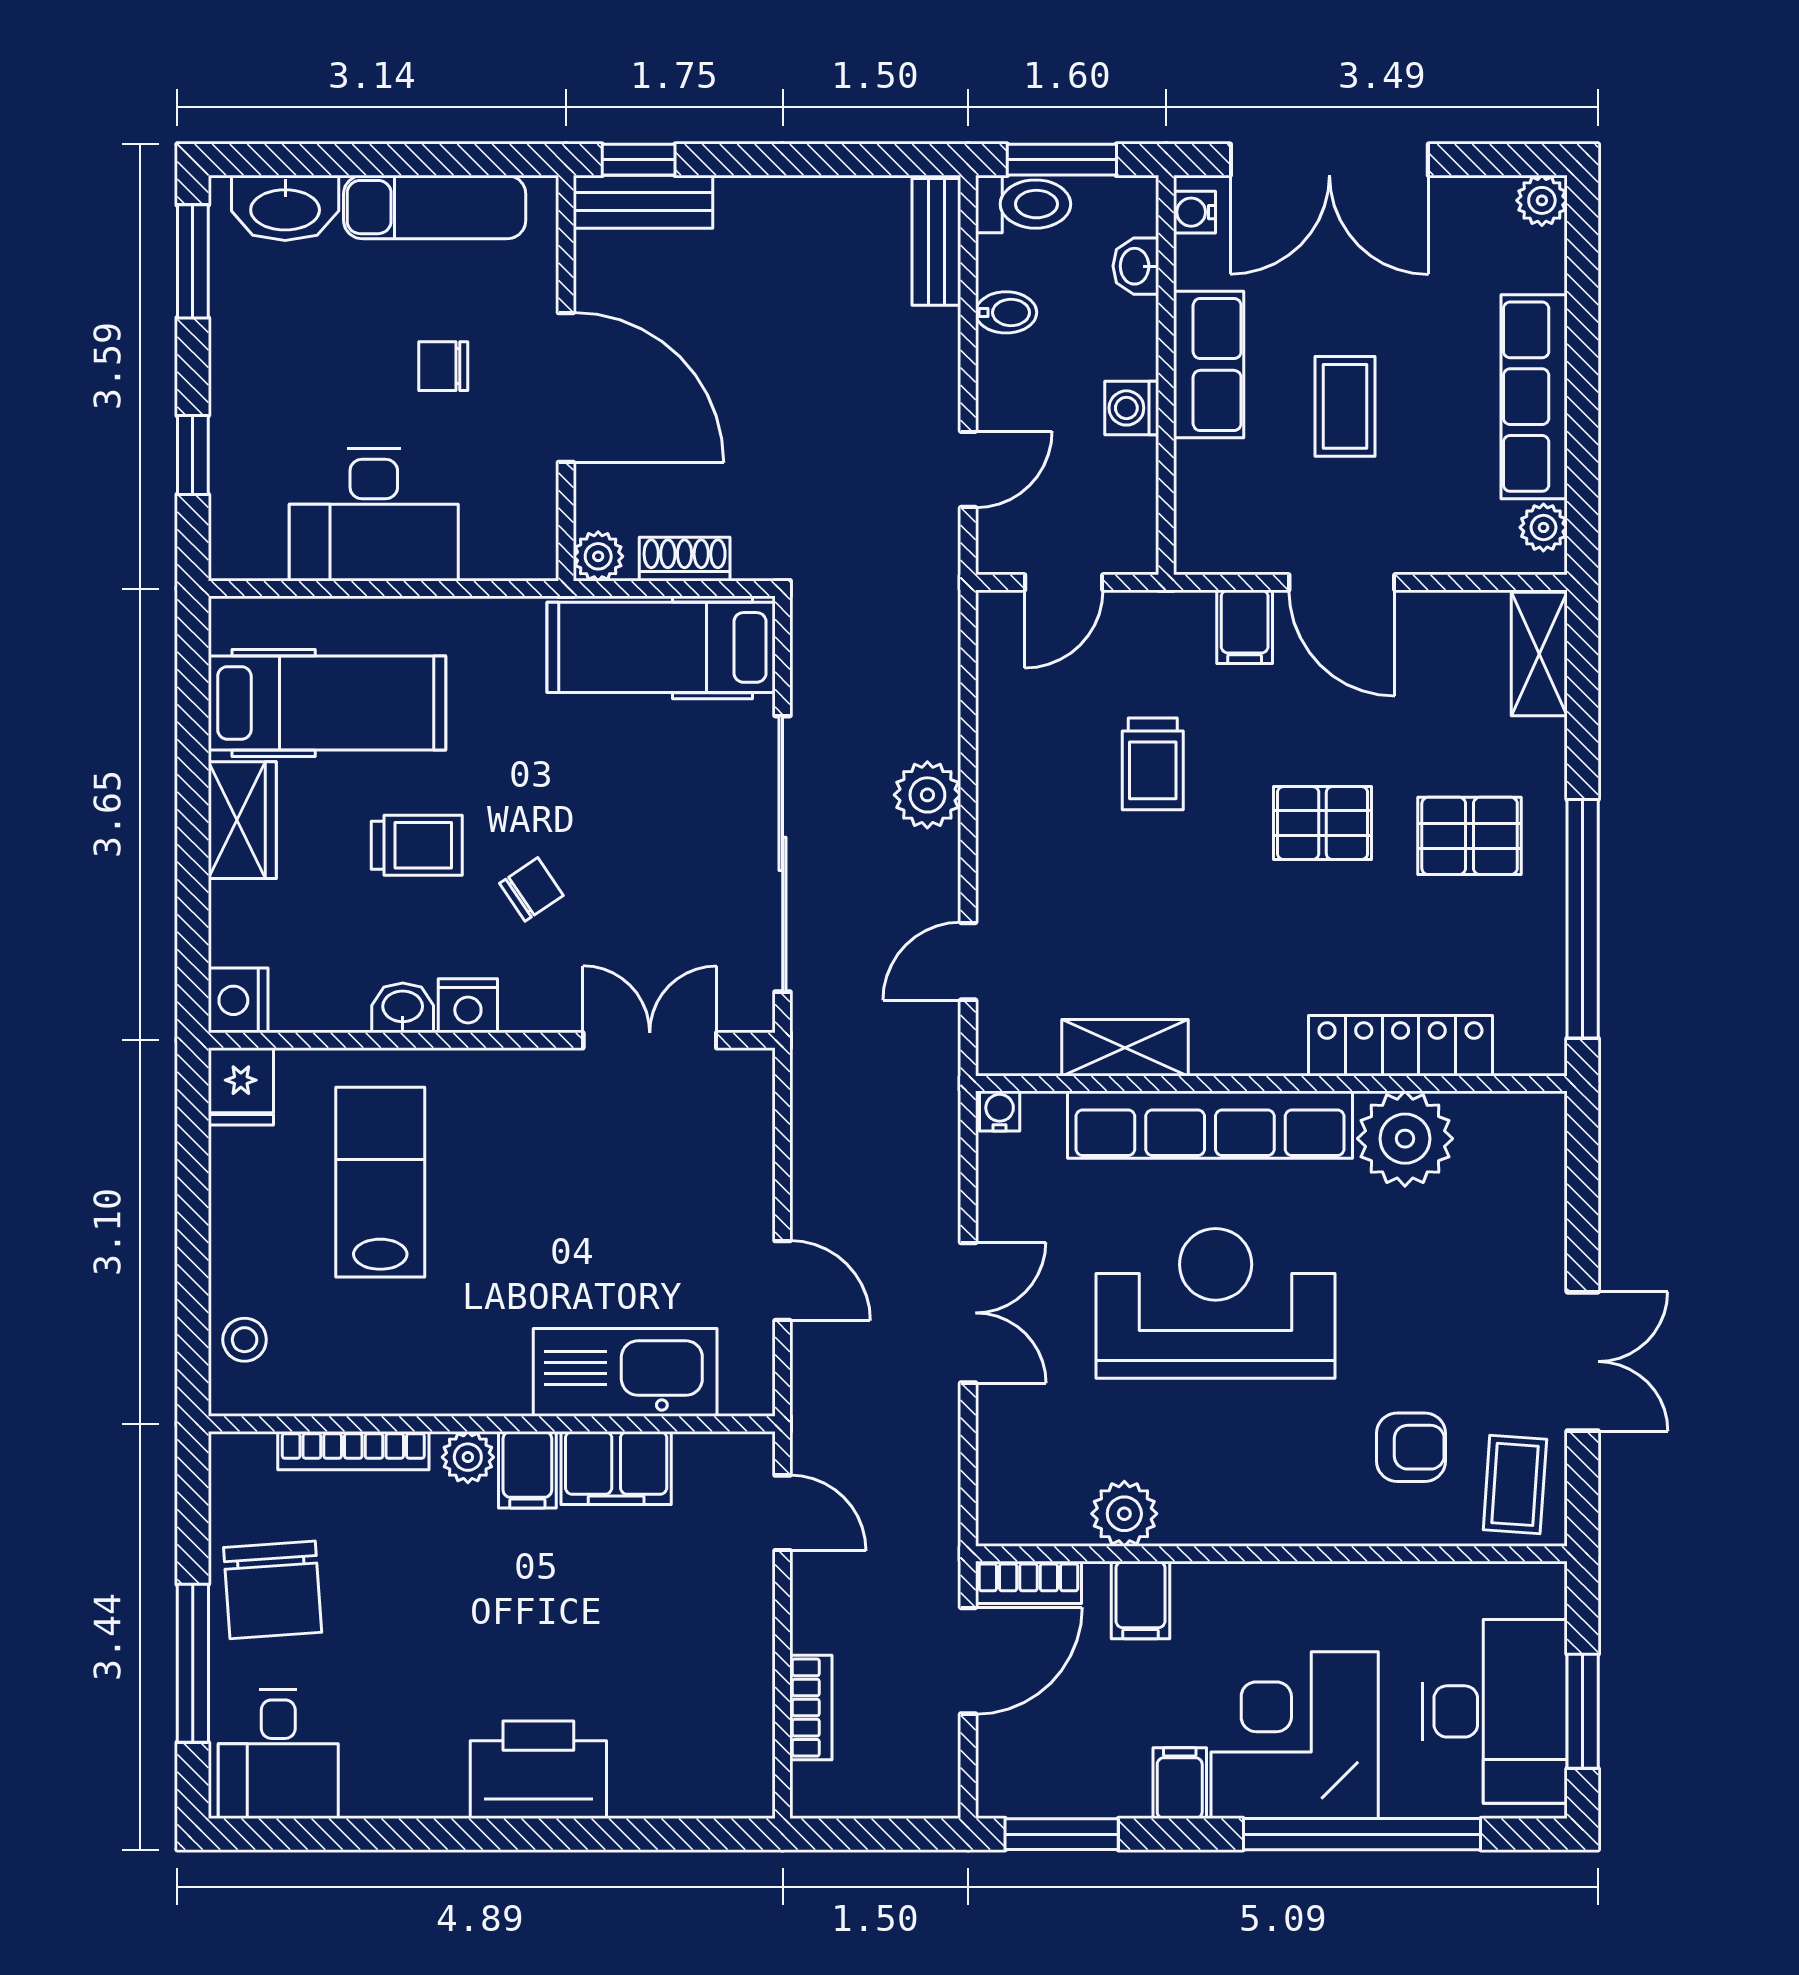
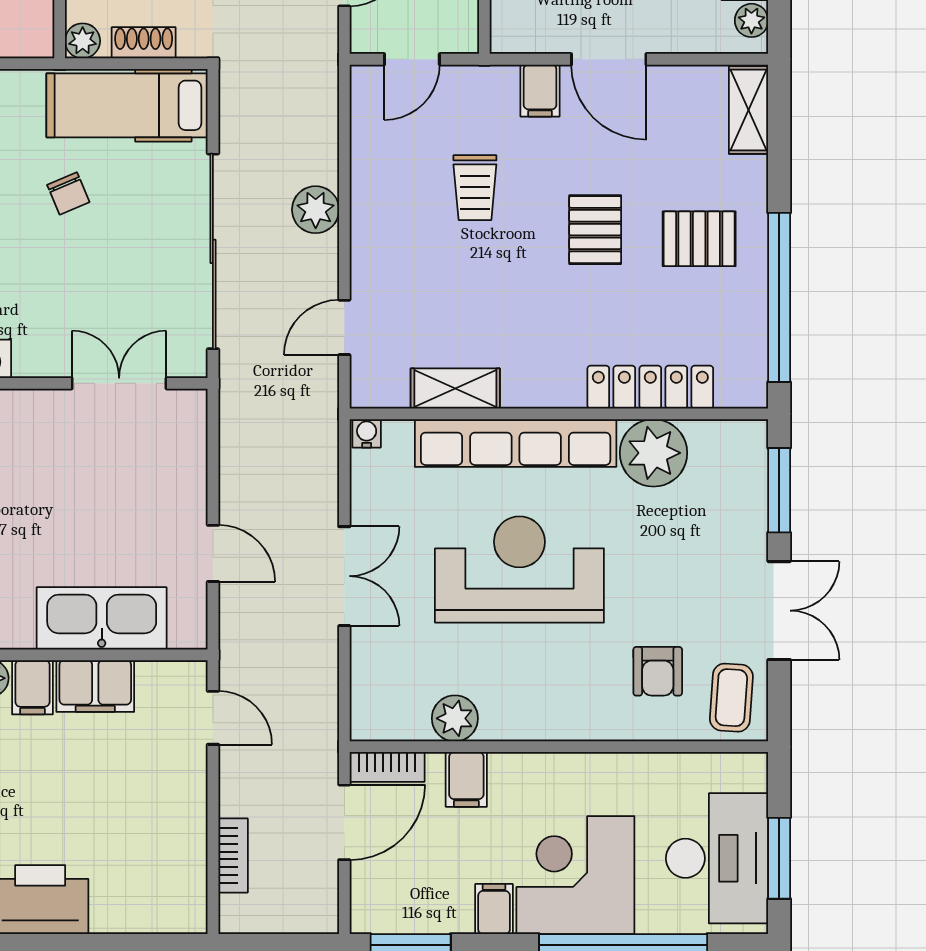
pallet: (1323, 823) -> (595, 230), turned 90
chair: (531, 889) -> (68, 193), moved, turned 101
window: (1583, 1191) -> (779, 490), added
armchair: (1411, 1447) -> (658, 671), turned 90

